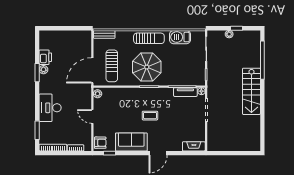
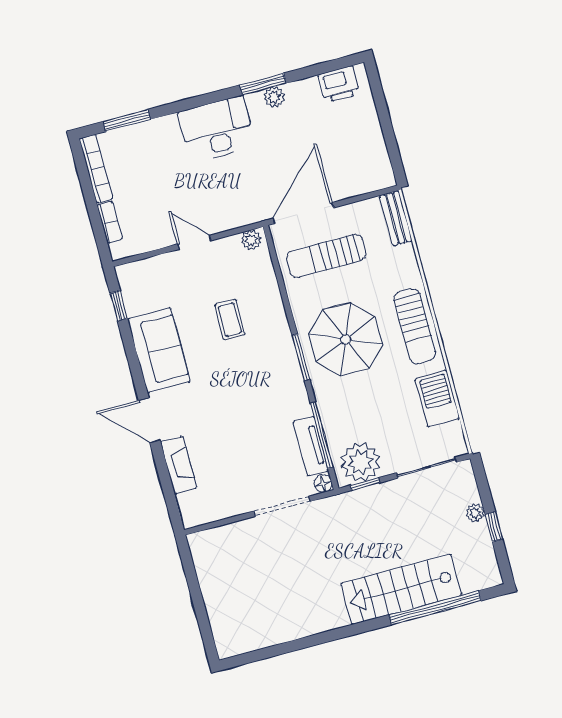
printer: (45, 57) -> (339, 84), moved
door: (92, 70) -> (303, 213), hinge flipped
plant: (197, 74) -> (360, 462), added
stairs: (251, 91) -> (401, 589), moved
desk: (50, 108) -> (217, 129), moved
door: (92, 116) -> (194, 242), hinge flipped
coffee table: (150, 116) -> (230, 320), moved
armchair: (100, 143) -> (138, 277), removed
fireplace: (194, 146) -> (179, 465), moved

